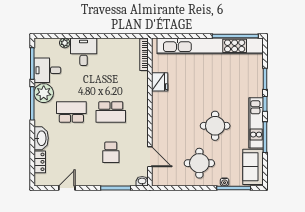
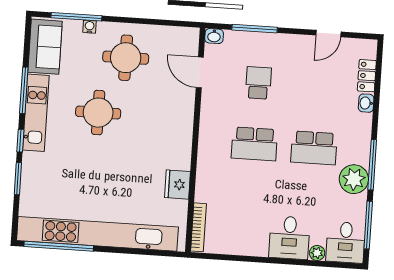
desk: (47, 70) -> (346, 242), moved, turned 90
school desk: (111, 112) -> (254, 144), turned 180
washbasin: (41, 138) -> (366, 103), width x0.52, depth x0.69

